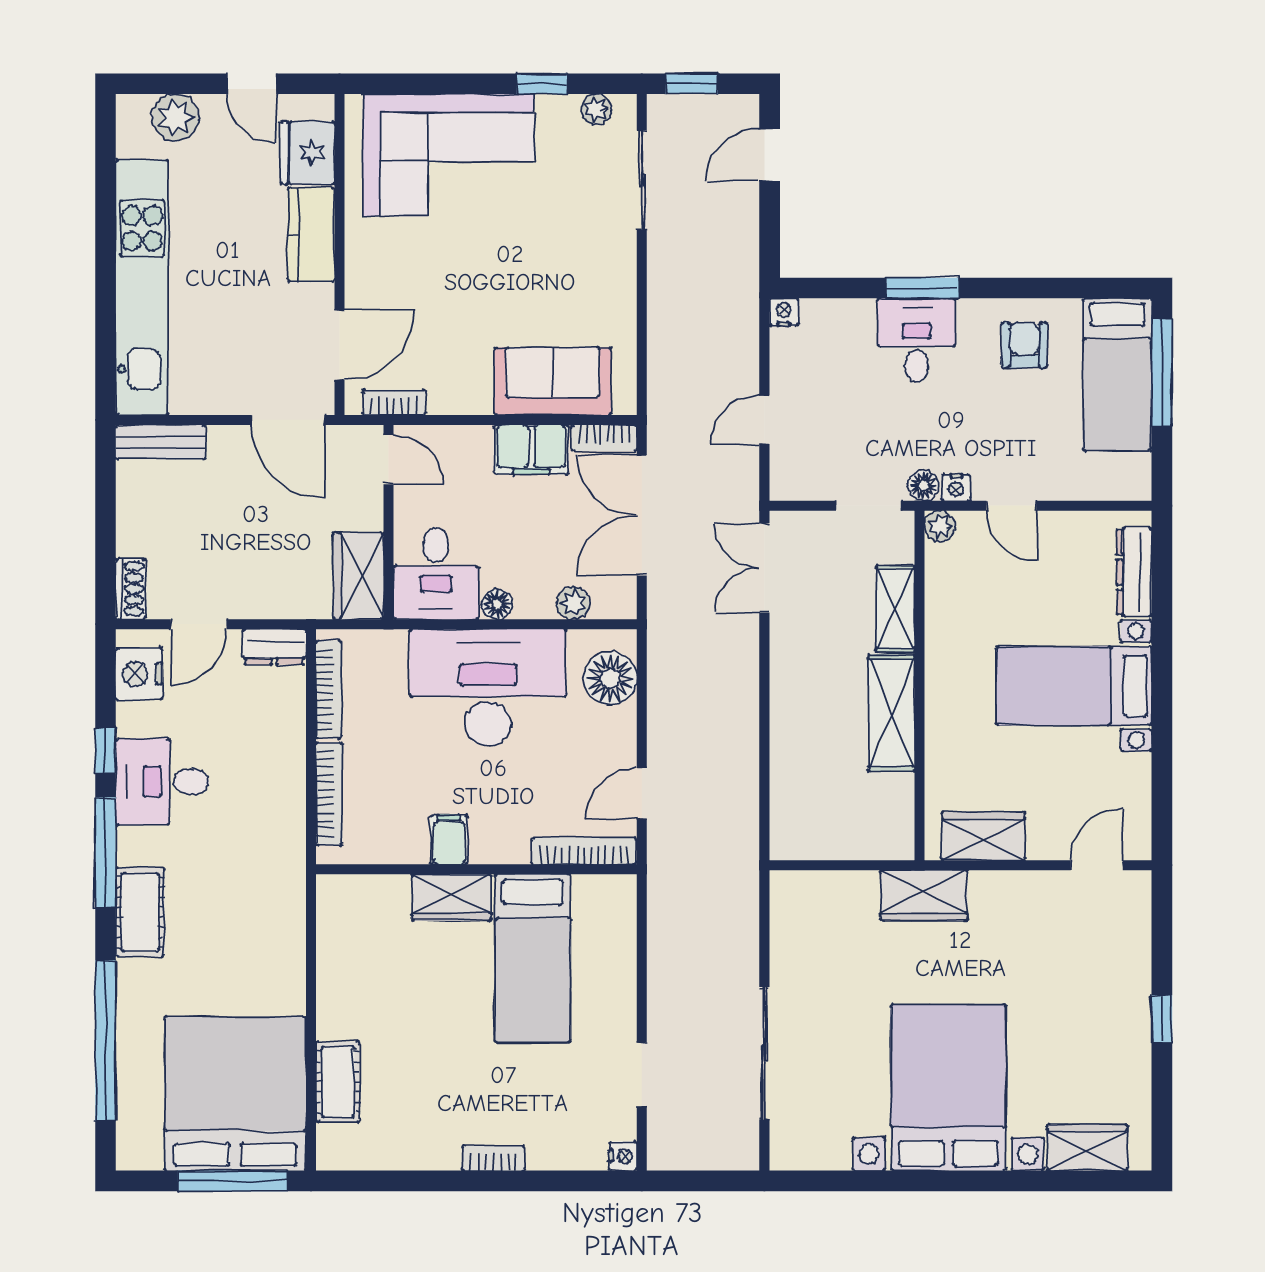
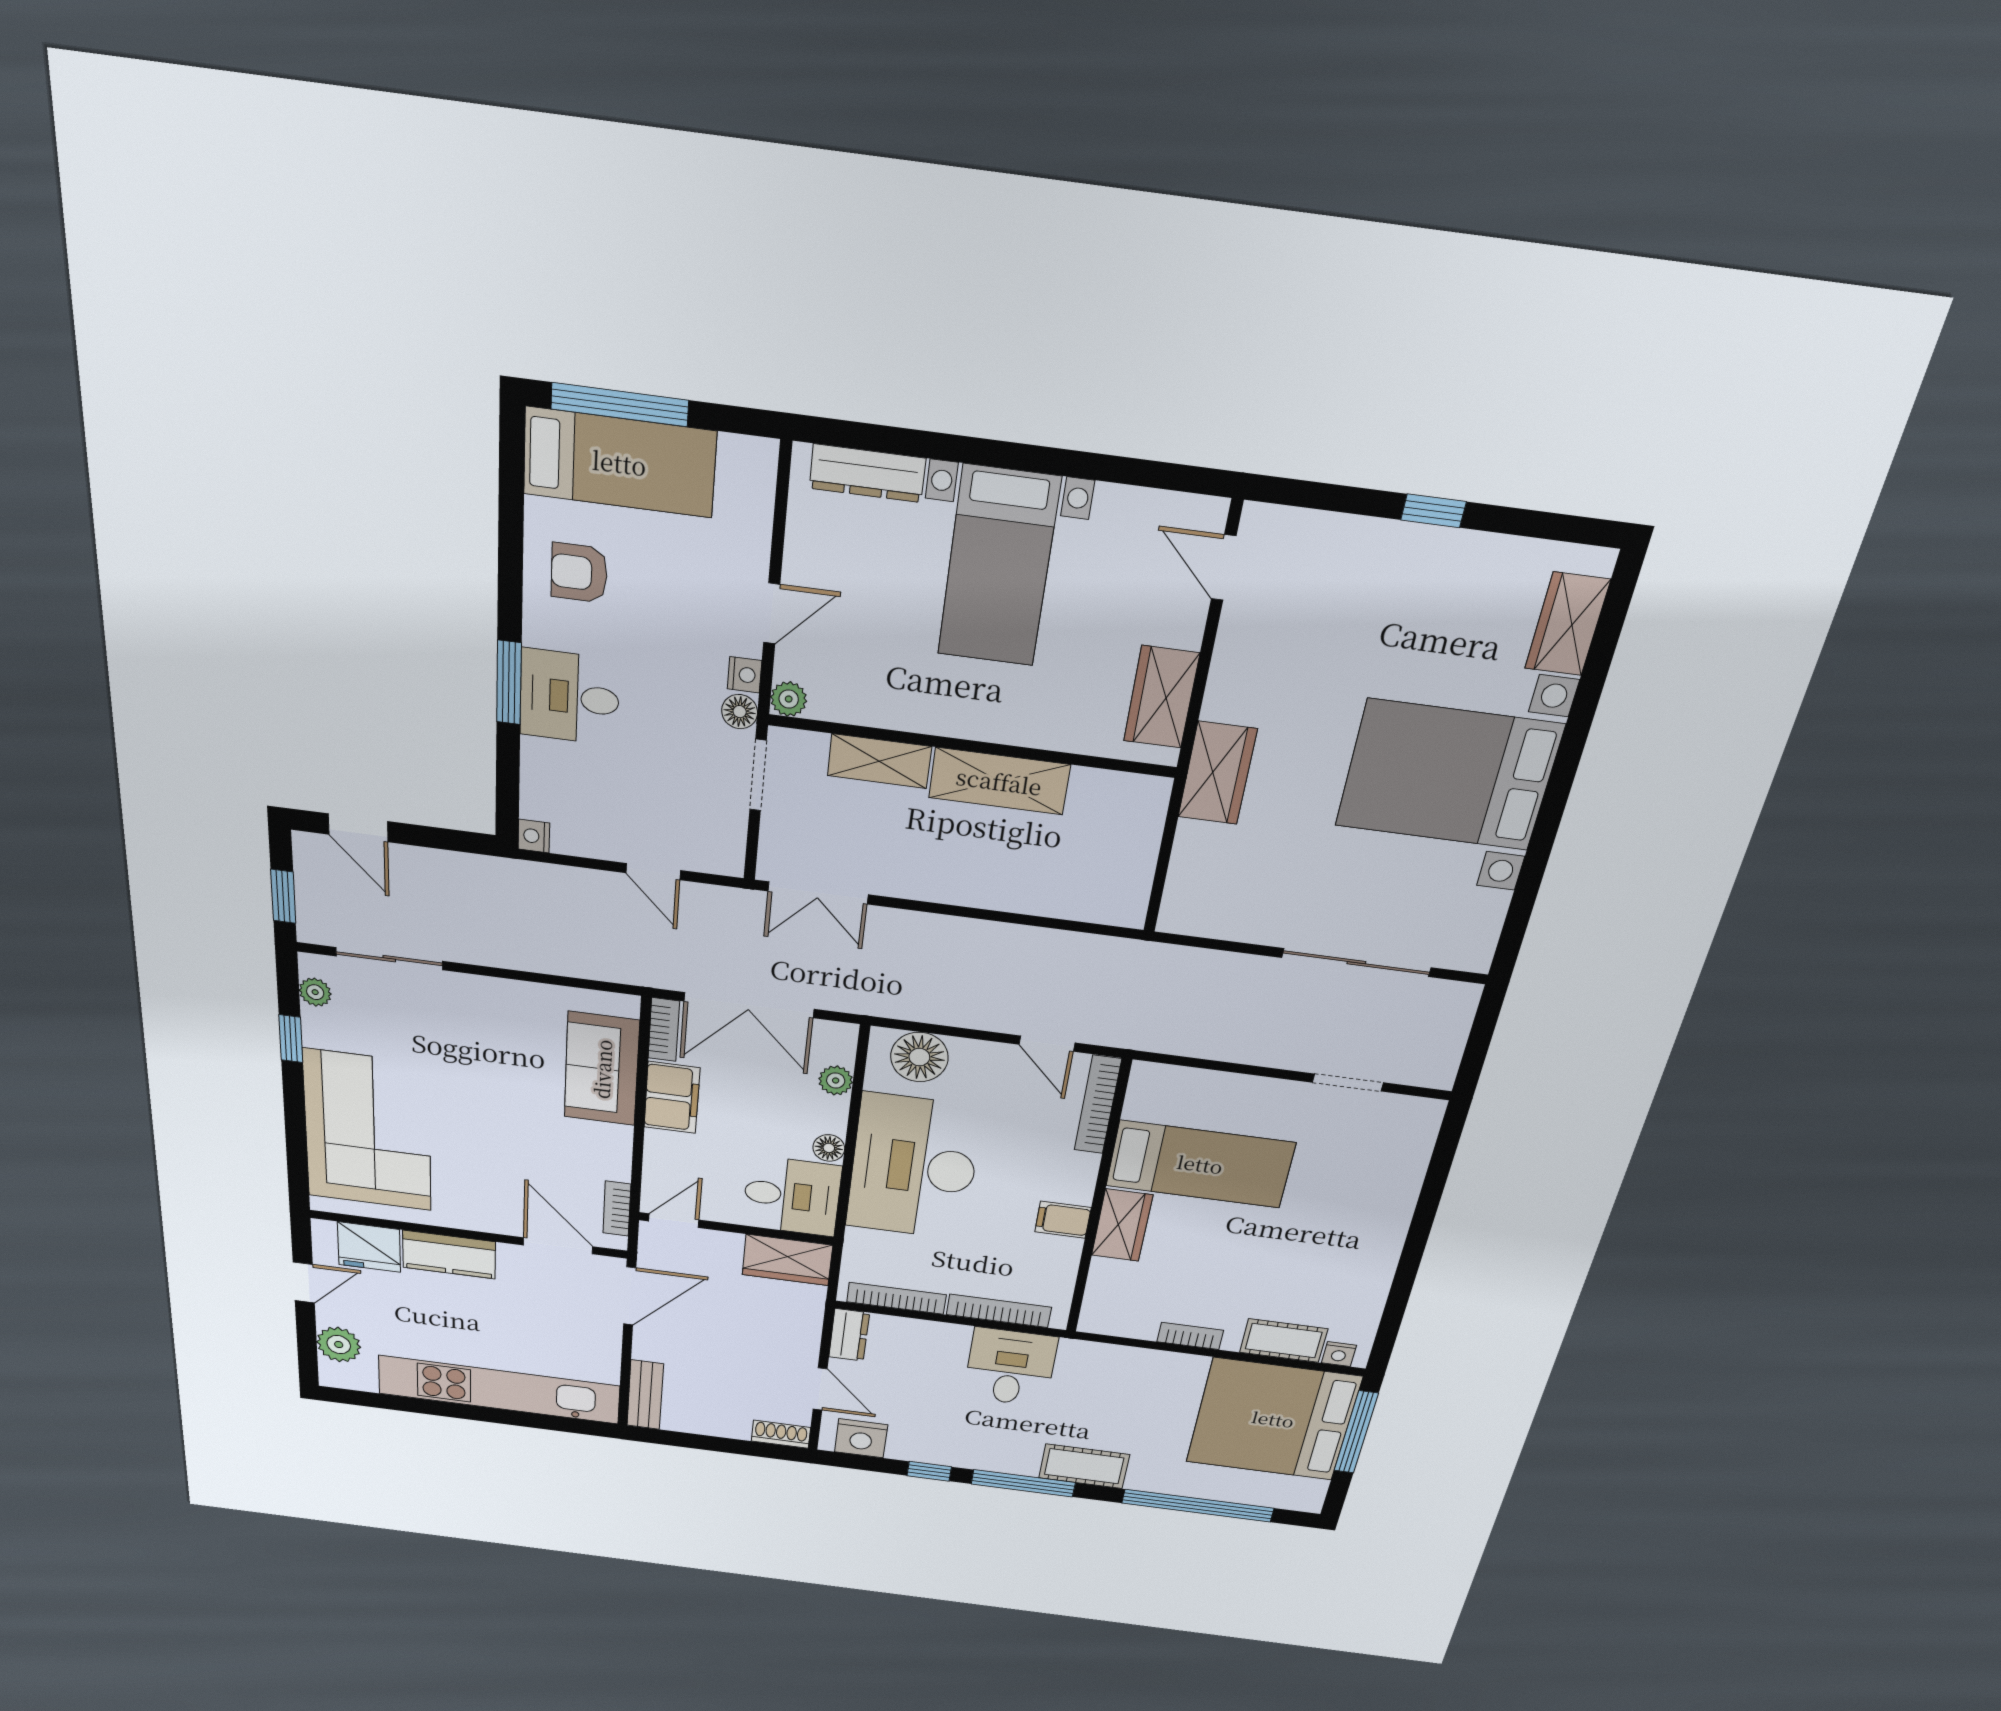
desk: (162, 782) -> (1010, 1367), moved, turned 180
nightstand: (623, 1156) -> (1339, 1354), moved, turned 180
bookcase: (493, 1158) -> (1190, 1336), moved, turned 90

